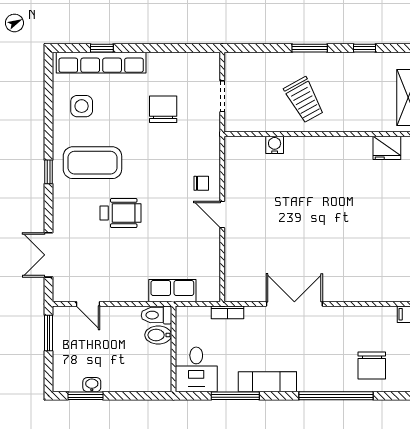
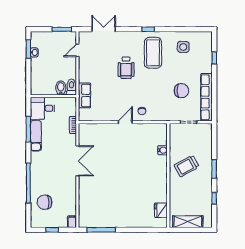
row of seats: (101, 63) -> (206, 97), moved
exam couch: (267, 382) -> (36, 136), moved

